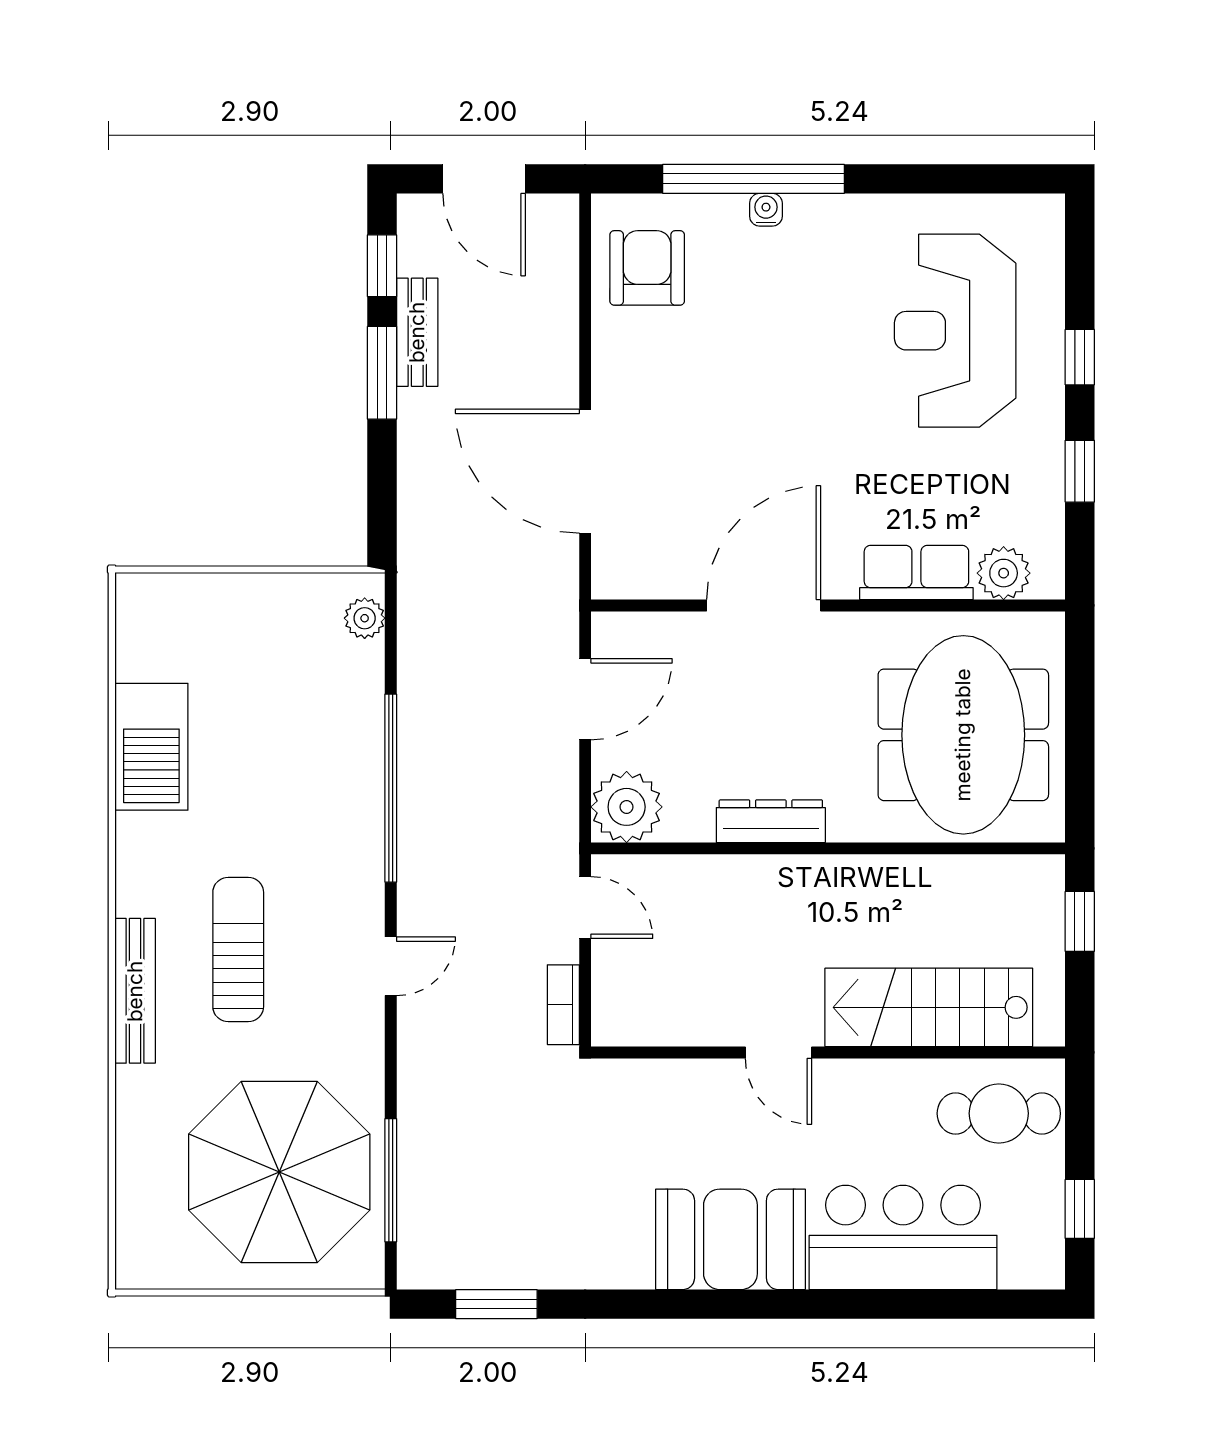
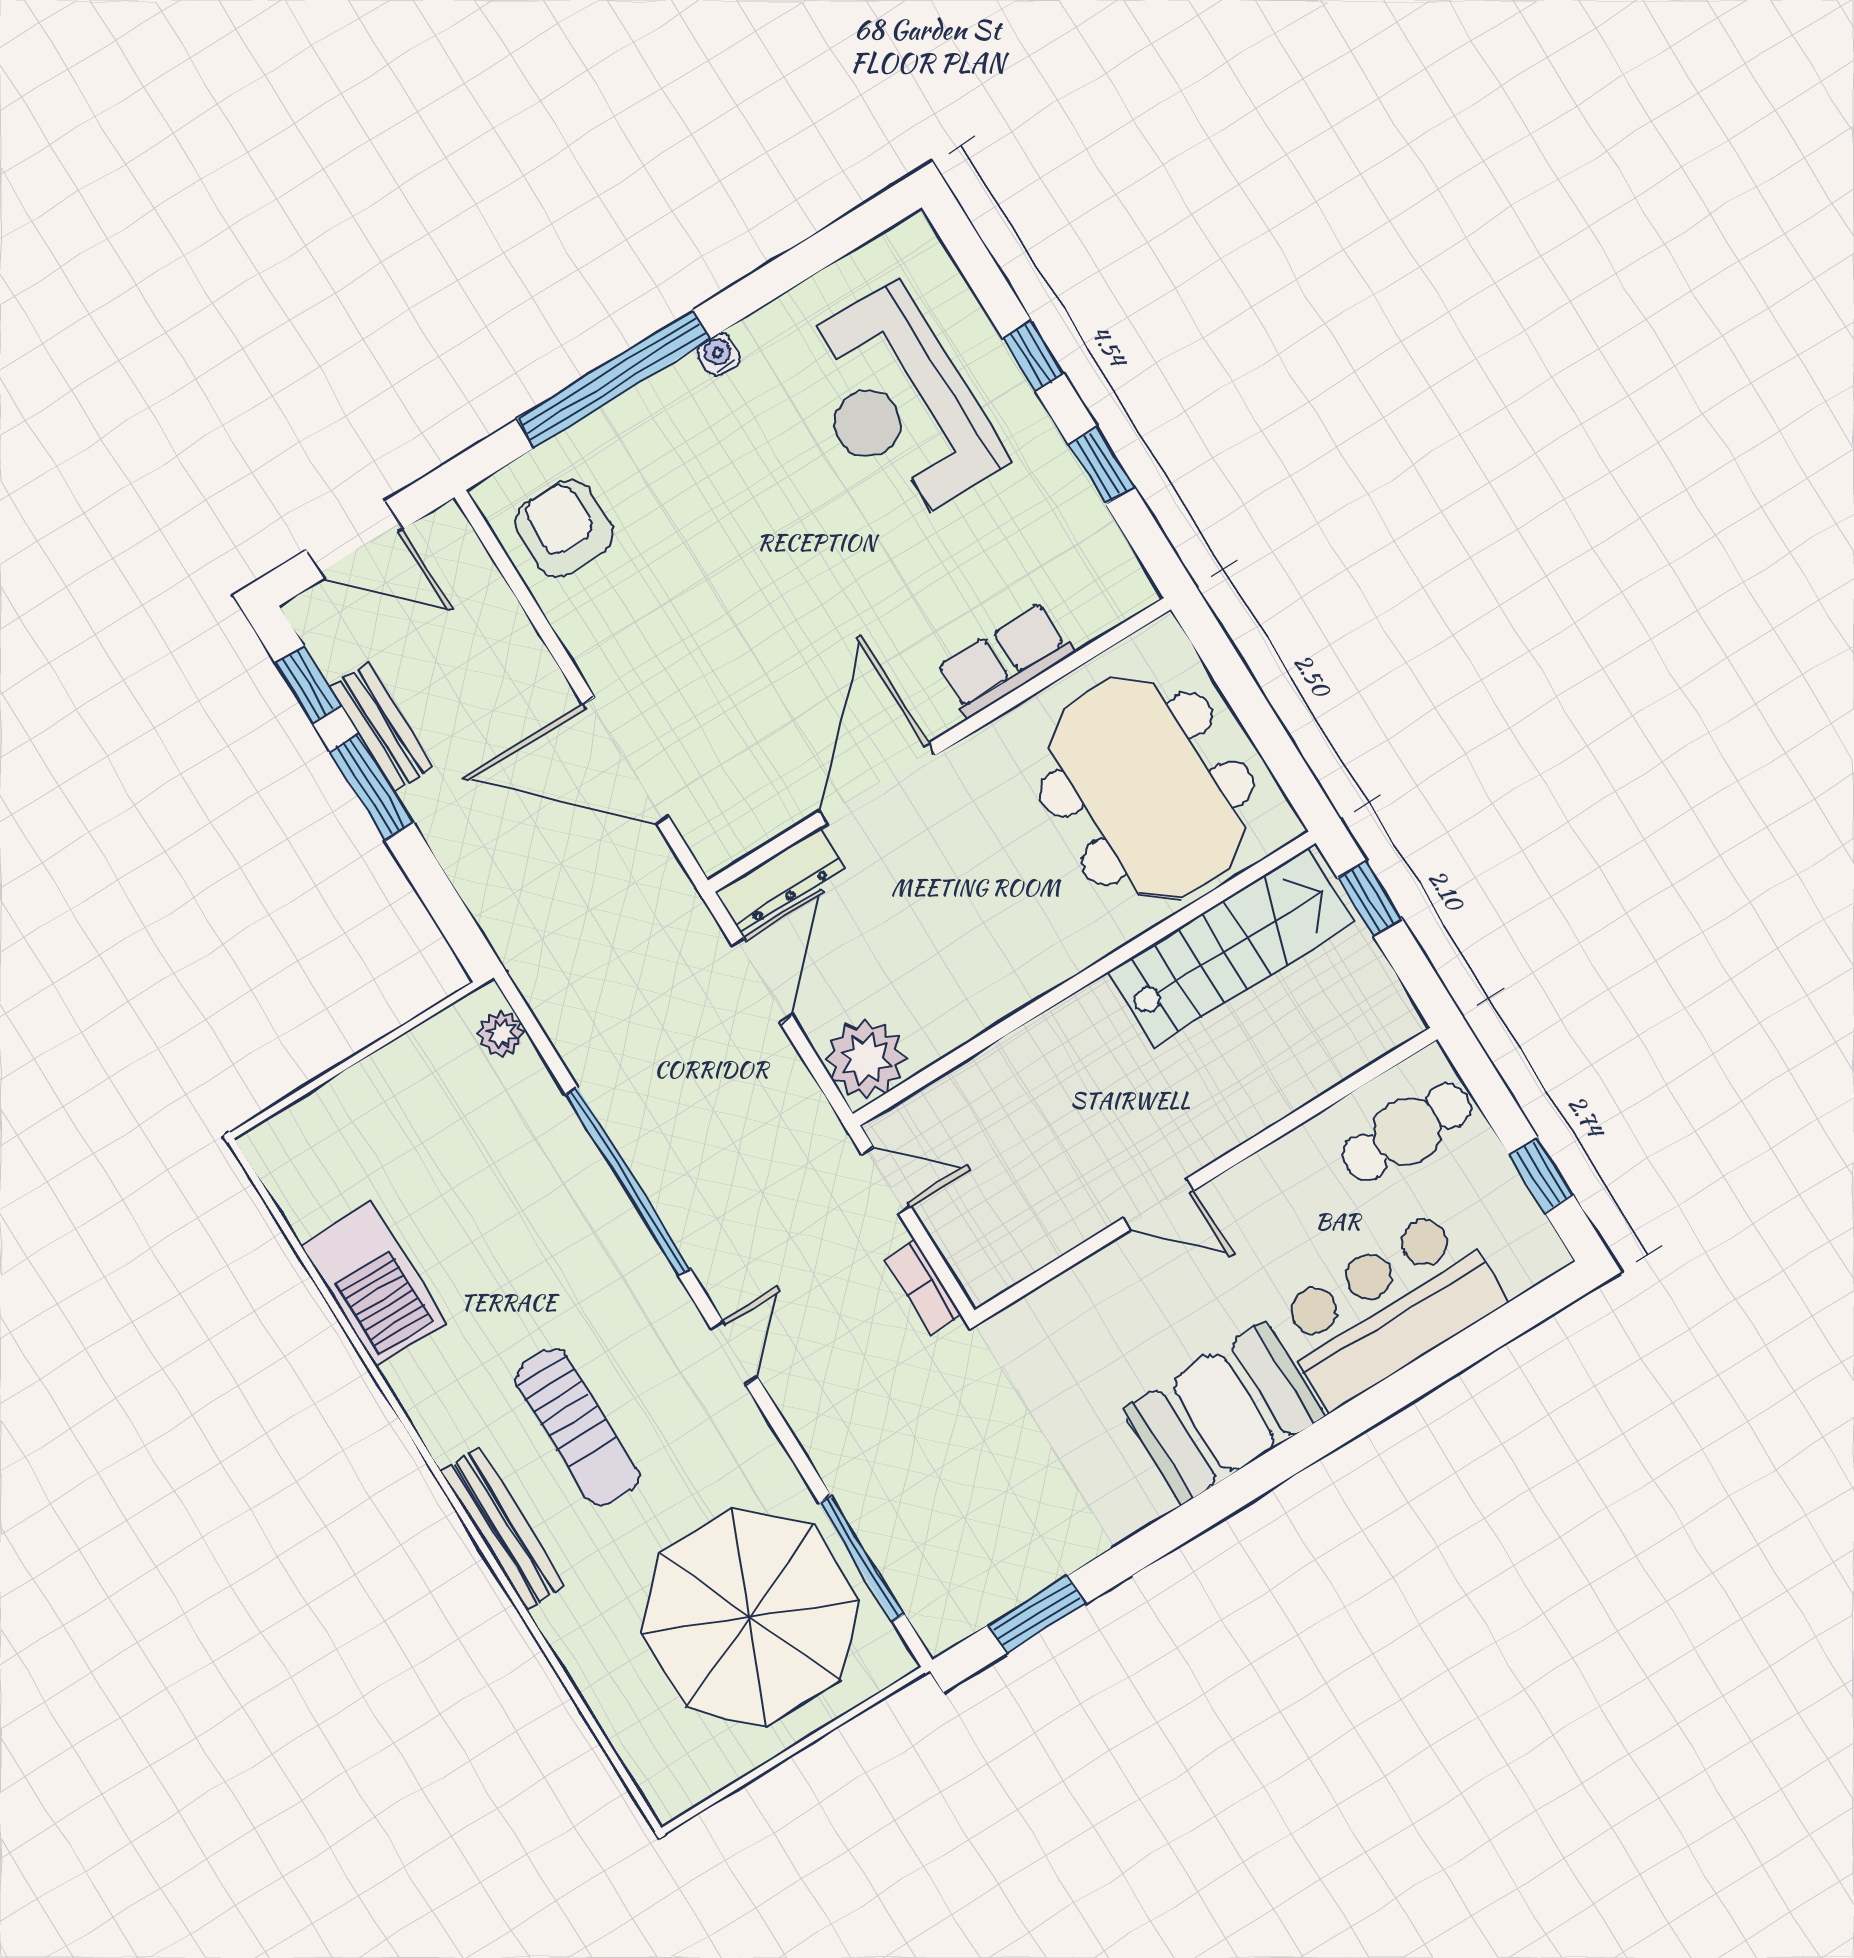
water cooler: (766, 210) -> (719, 355), moved
plant: (1004, 573) -> (1089, 609), removed
dresser: (771, 821) -> (780, 880), moved, turned 180
sun lounger: (238, 949) -> (577, 1427), turned 180
stairs: (929, 1007) -> (1231, 947), moved, turned 180

